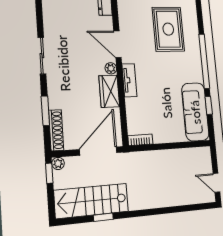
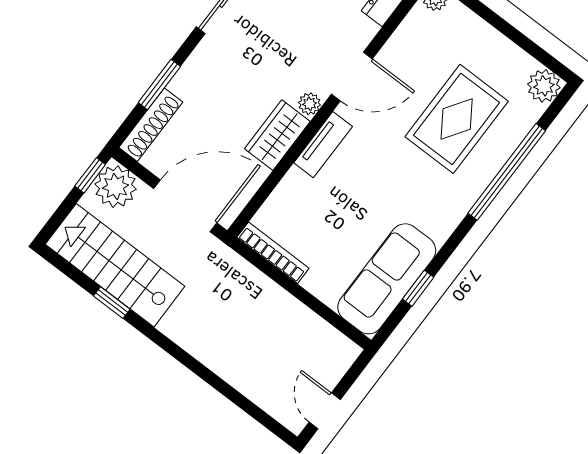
door: (117, 44) -> (352, 76), swing flipped
window: (204, 61) -> (507, 172), moved
bookcase: (140, 140) -> (273, 253), width x1.56
plant: (58, 163) -> (116, 187), width x1.88, depth x1.88

